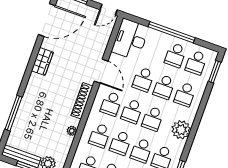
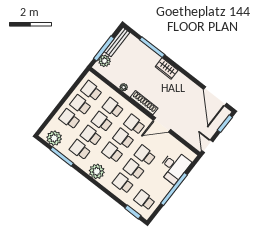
desk: (130, 39) -> (174, 167), moved, turned 90
school desk: (175, 55) -> (155, 186), removed
wardrobe: (42, 62) -> (167, 69), moved

